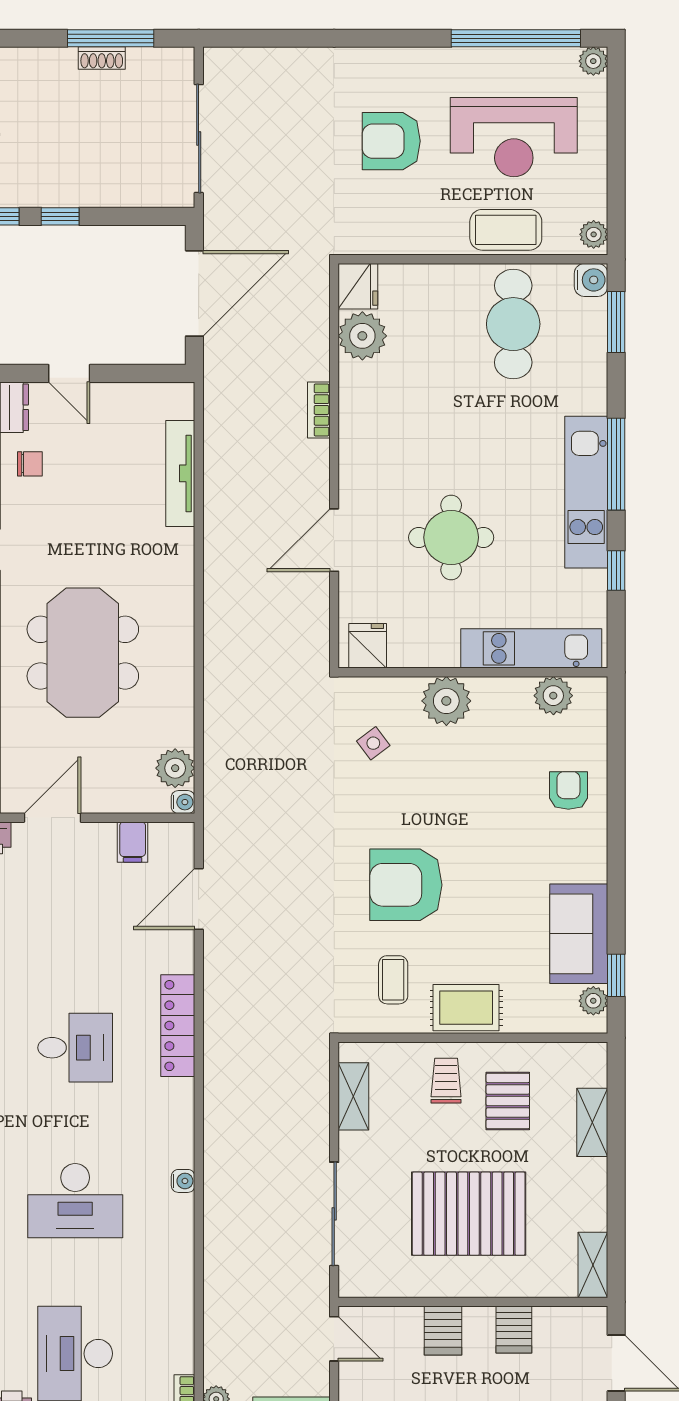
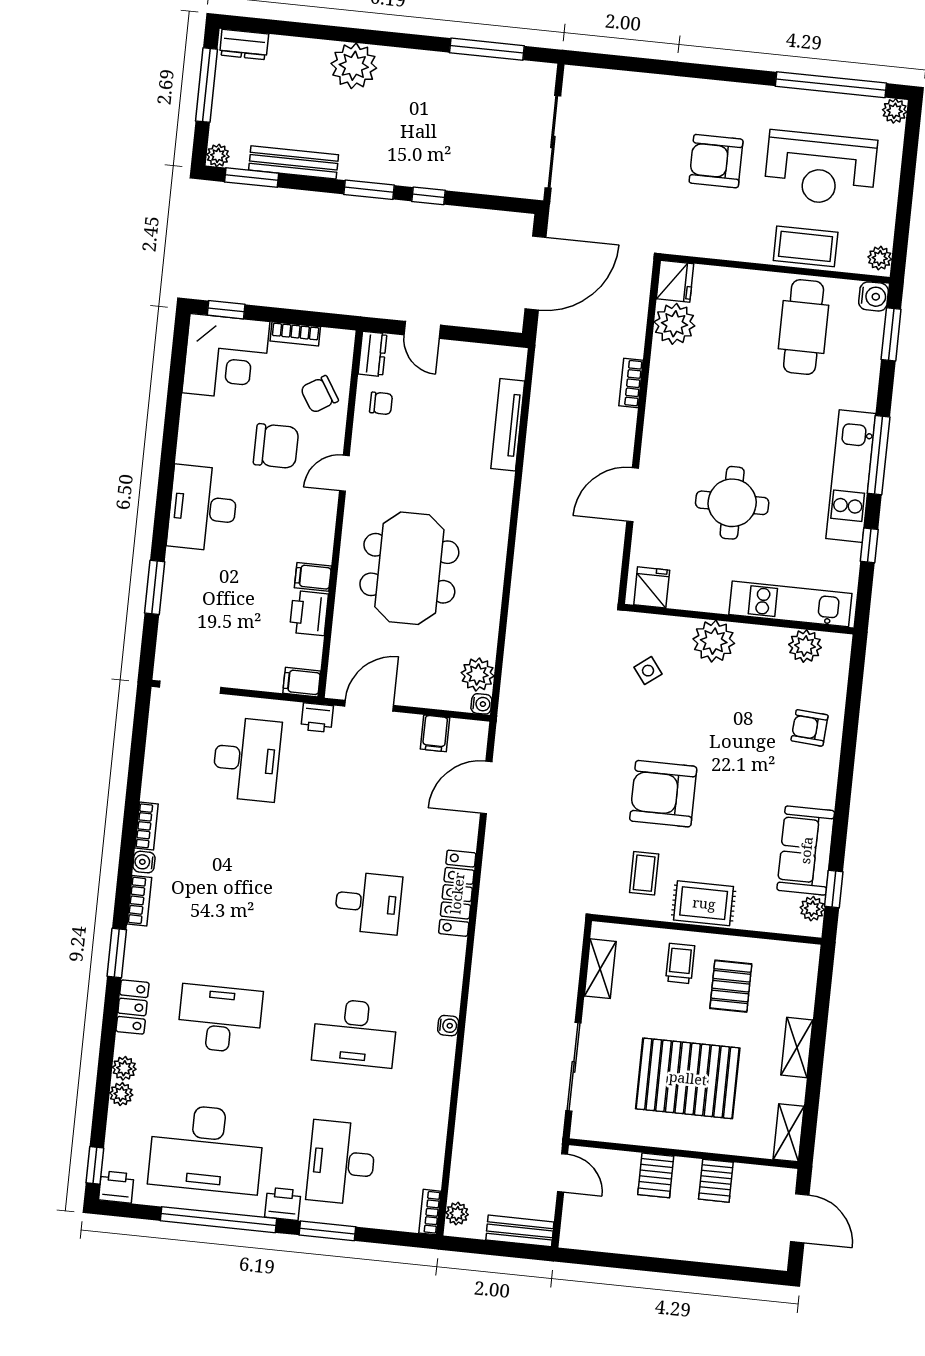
shoe rack: (102, 58) -> (478, 65), removed
armchair: (568, 790) -> (810, 728), turned -86
shelving: (592, 1122) -> (797, 1047), moved

